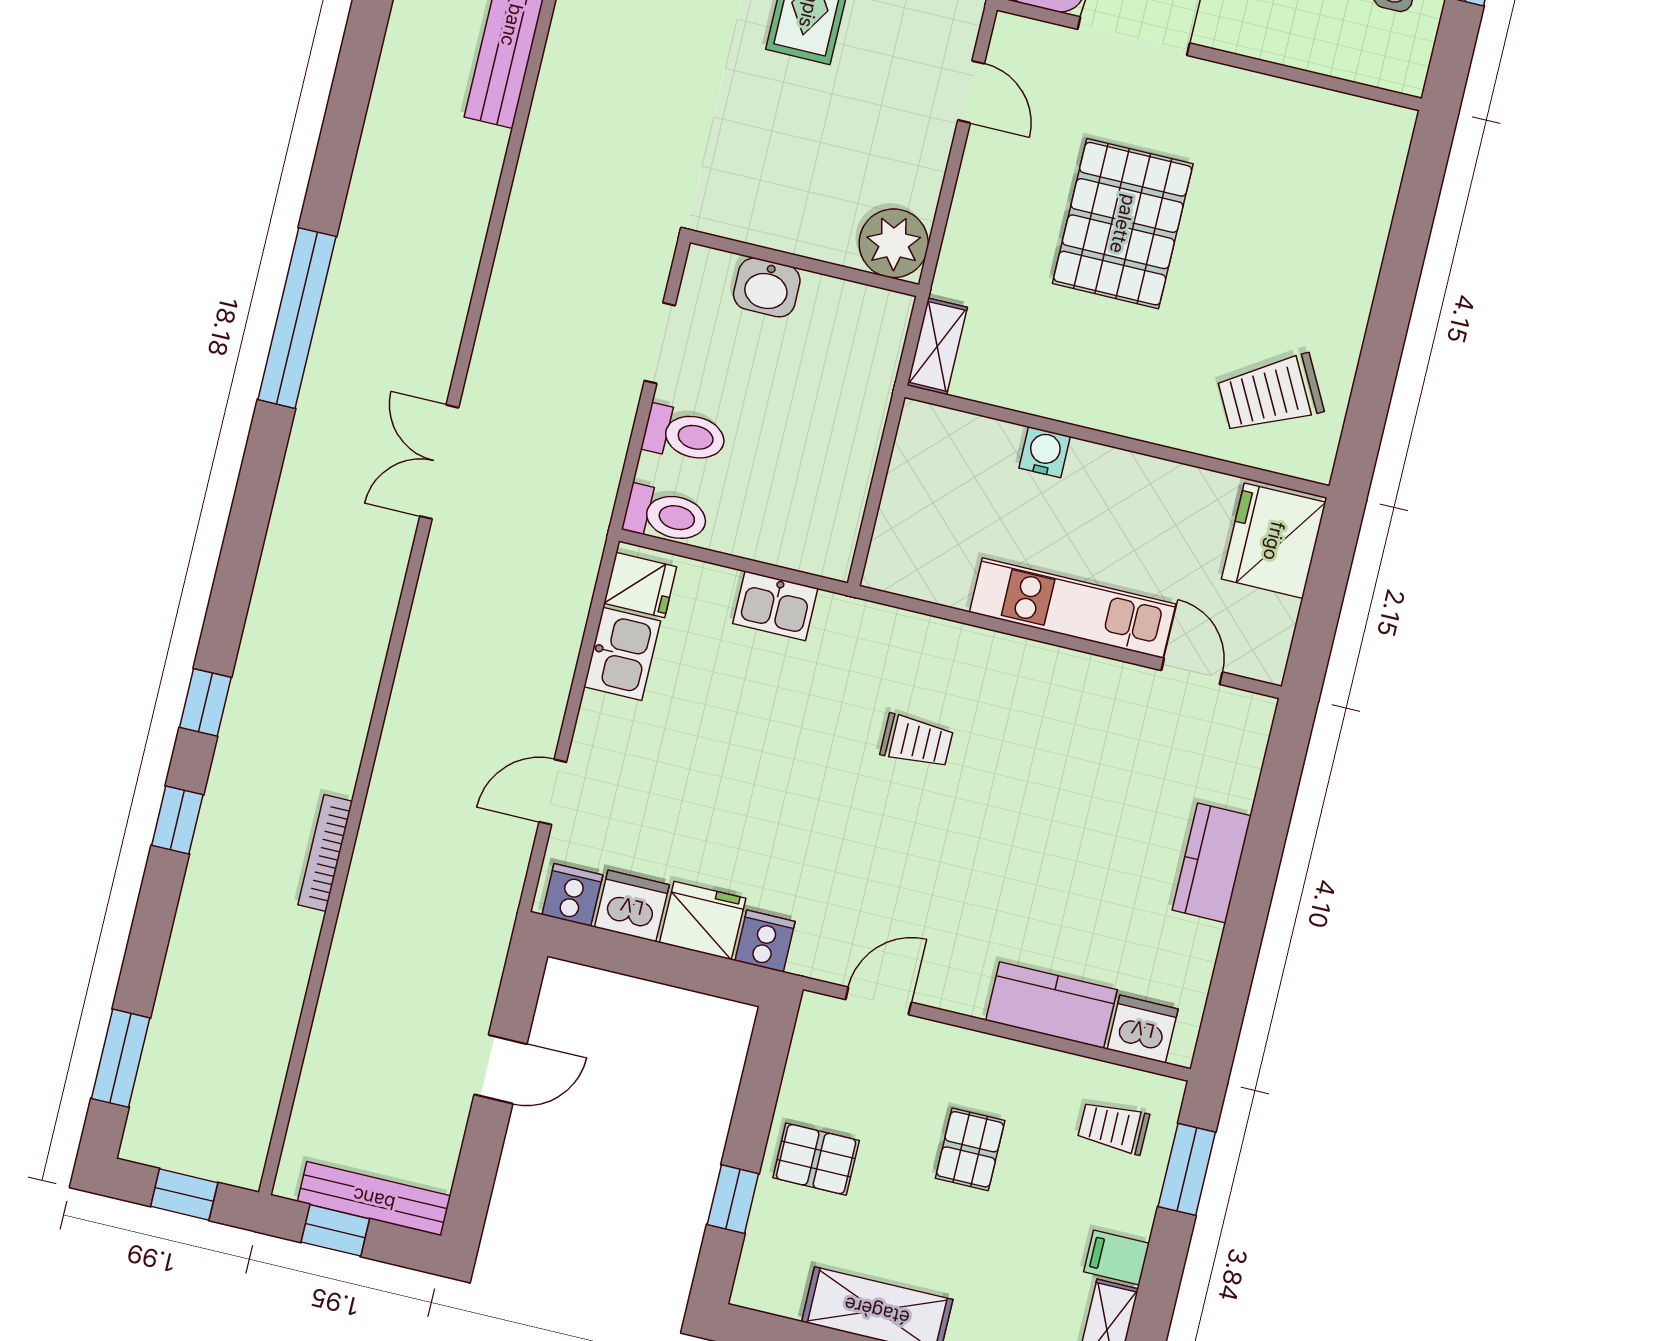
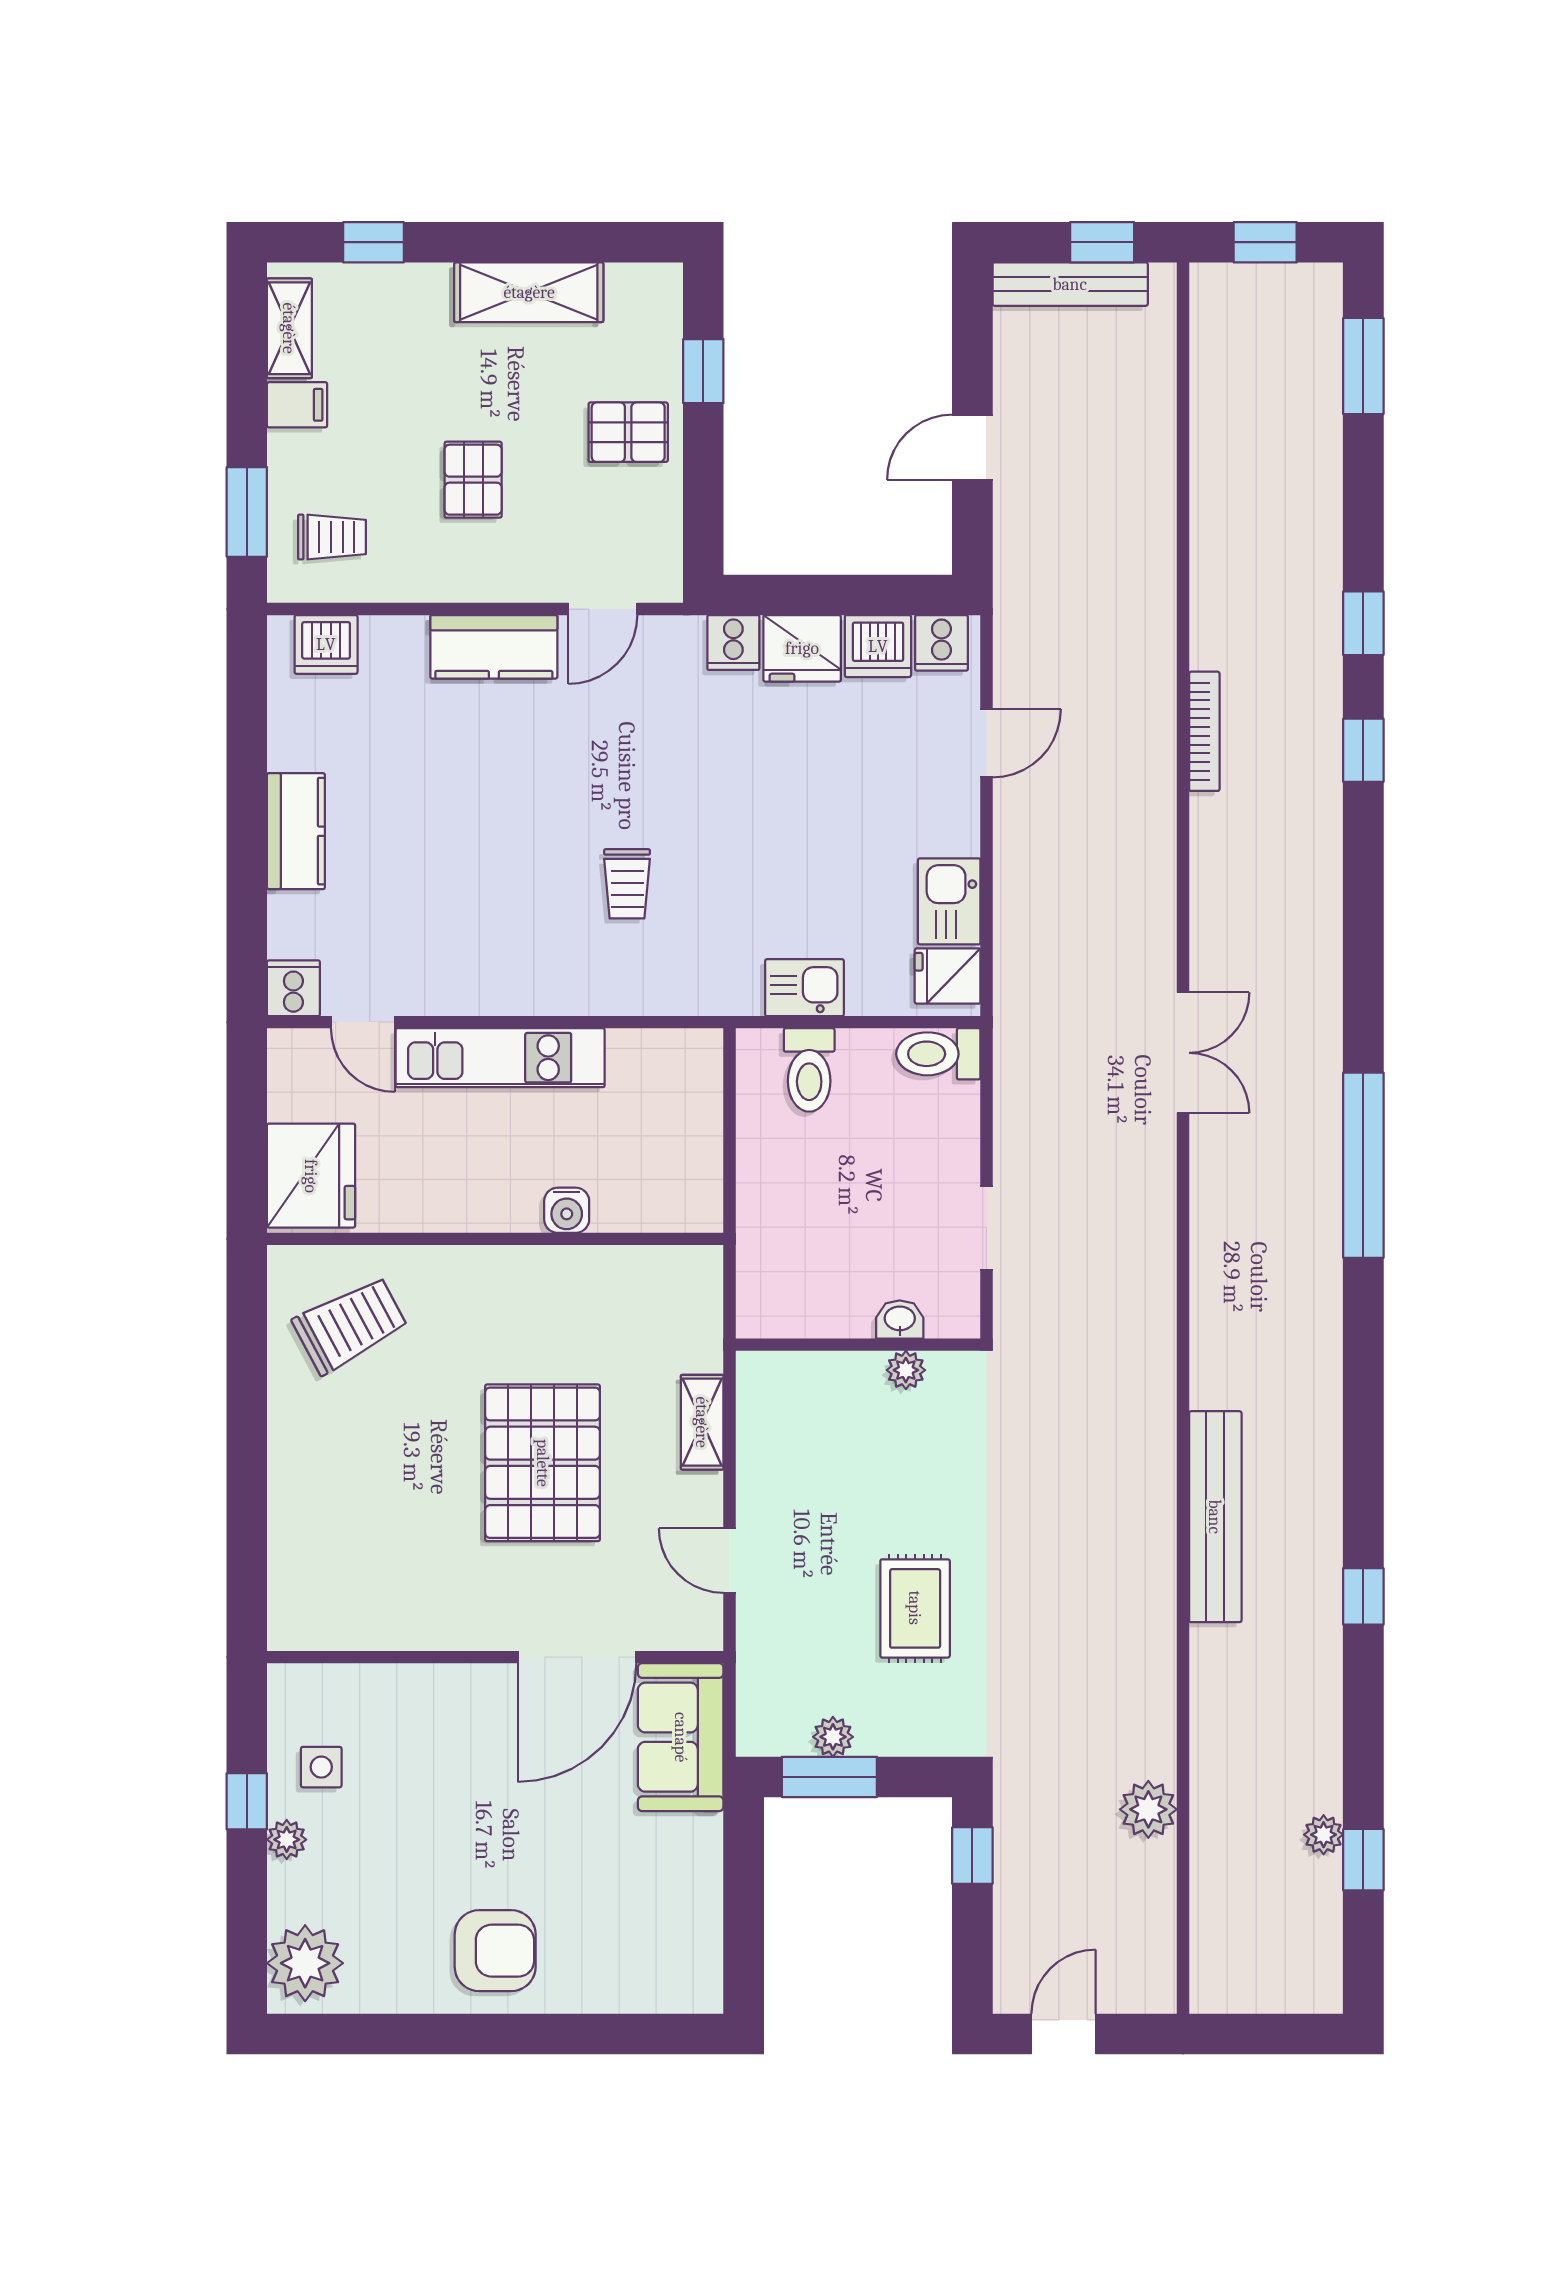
plant: (894, 243) -> (906, 1370), moved, width x0.53, depth x0.53
washbasin: (767, 287) -> (900, 1320), width x0.72, depth x0.69
shelving: (937, 346) -> (702, 1422), moved
toilet: (685, 435) -> (809, 1070), moved, turned -90
cooker: (1249, 718) -> (293, 988), added
trolley: (917, 741) -> (627, 884), turned -90
bookcase: (325, 853) -> (1204, 731), moved
kitchen counter: (1051, 1005) -> (494, 647), moved

